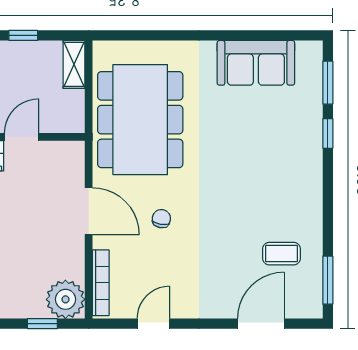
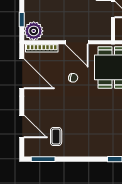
door: (89, 211) -> (77, 42), hinge flipped
door: (153, 324) -> (22, 74), width x1.88

